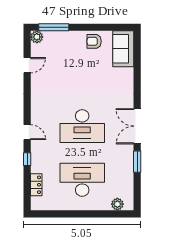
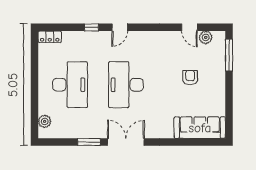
plant: (37, 37) -> (206, 37), moved
armchair: (94, 41) -> (190, 78), moved
sofa: (123, 49) -> (200, 128), width x1.36
locker: (36, 185) -> (50, 37), moved

